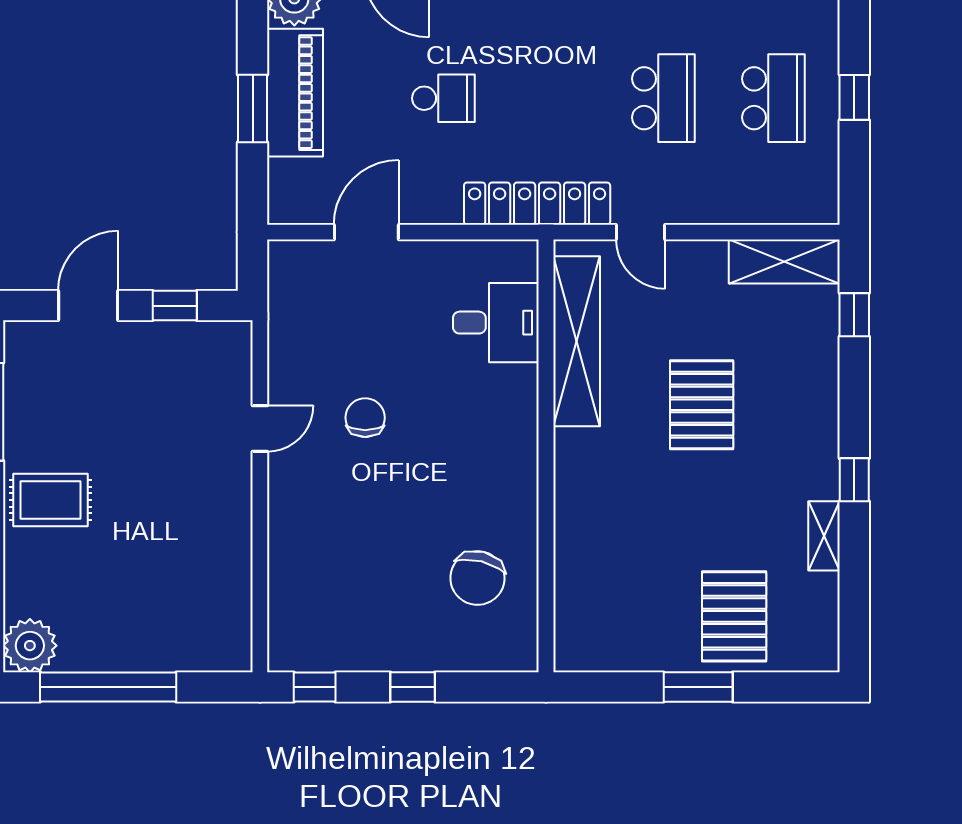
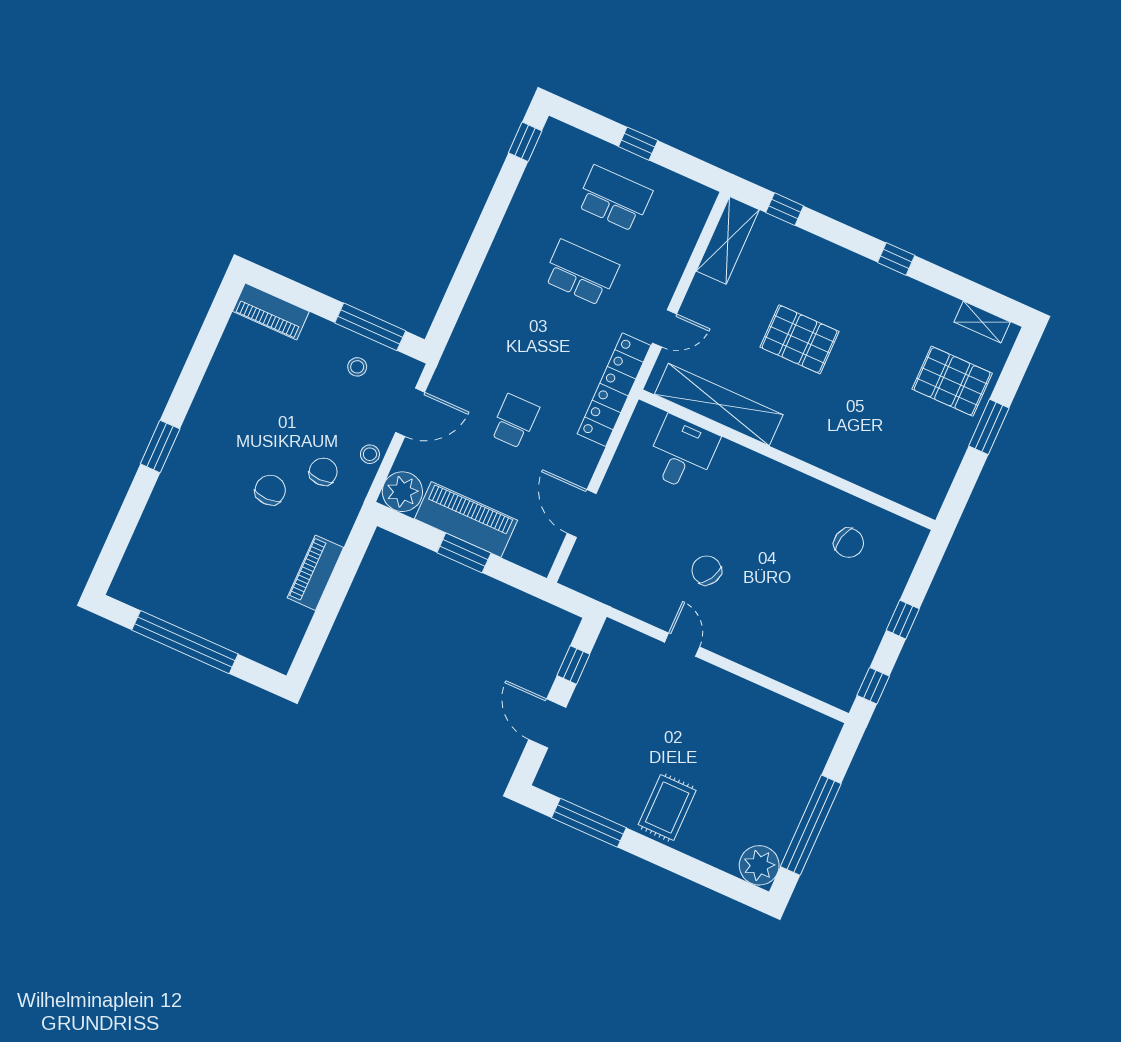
chair: (365, 418) -> (707, 570), turned 30
shelving: (824, 536) -> (982, 322), moved
chair: (477, 578) -> (849, 543), width x0.73, depth x0.73

